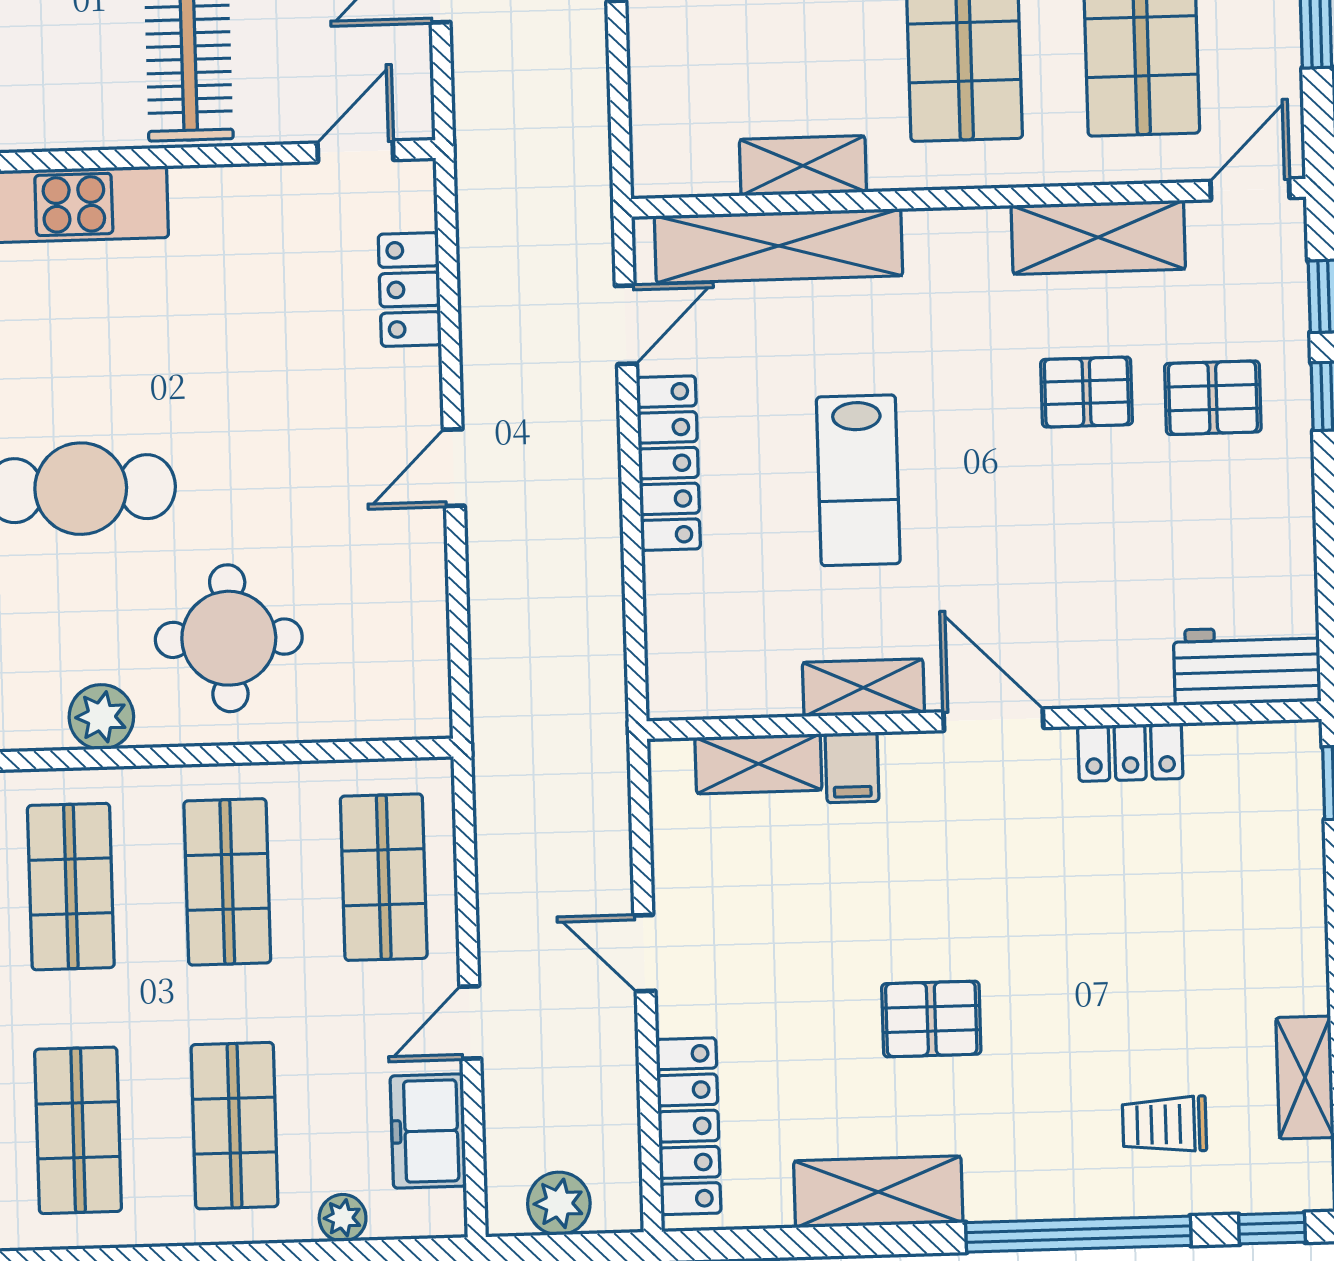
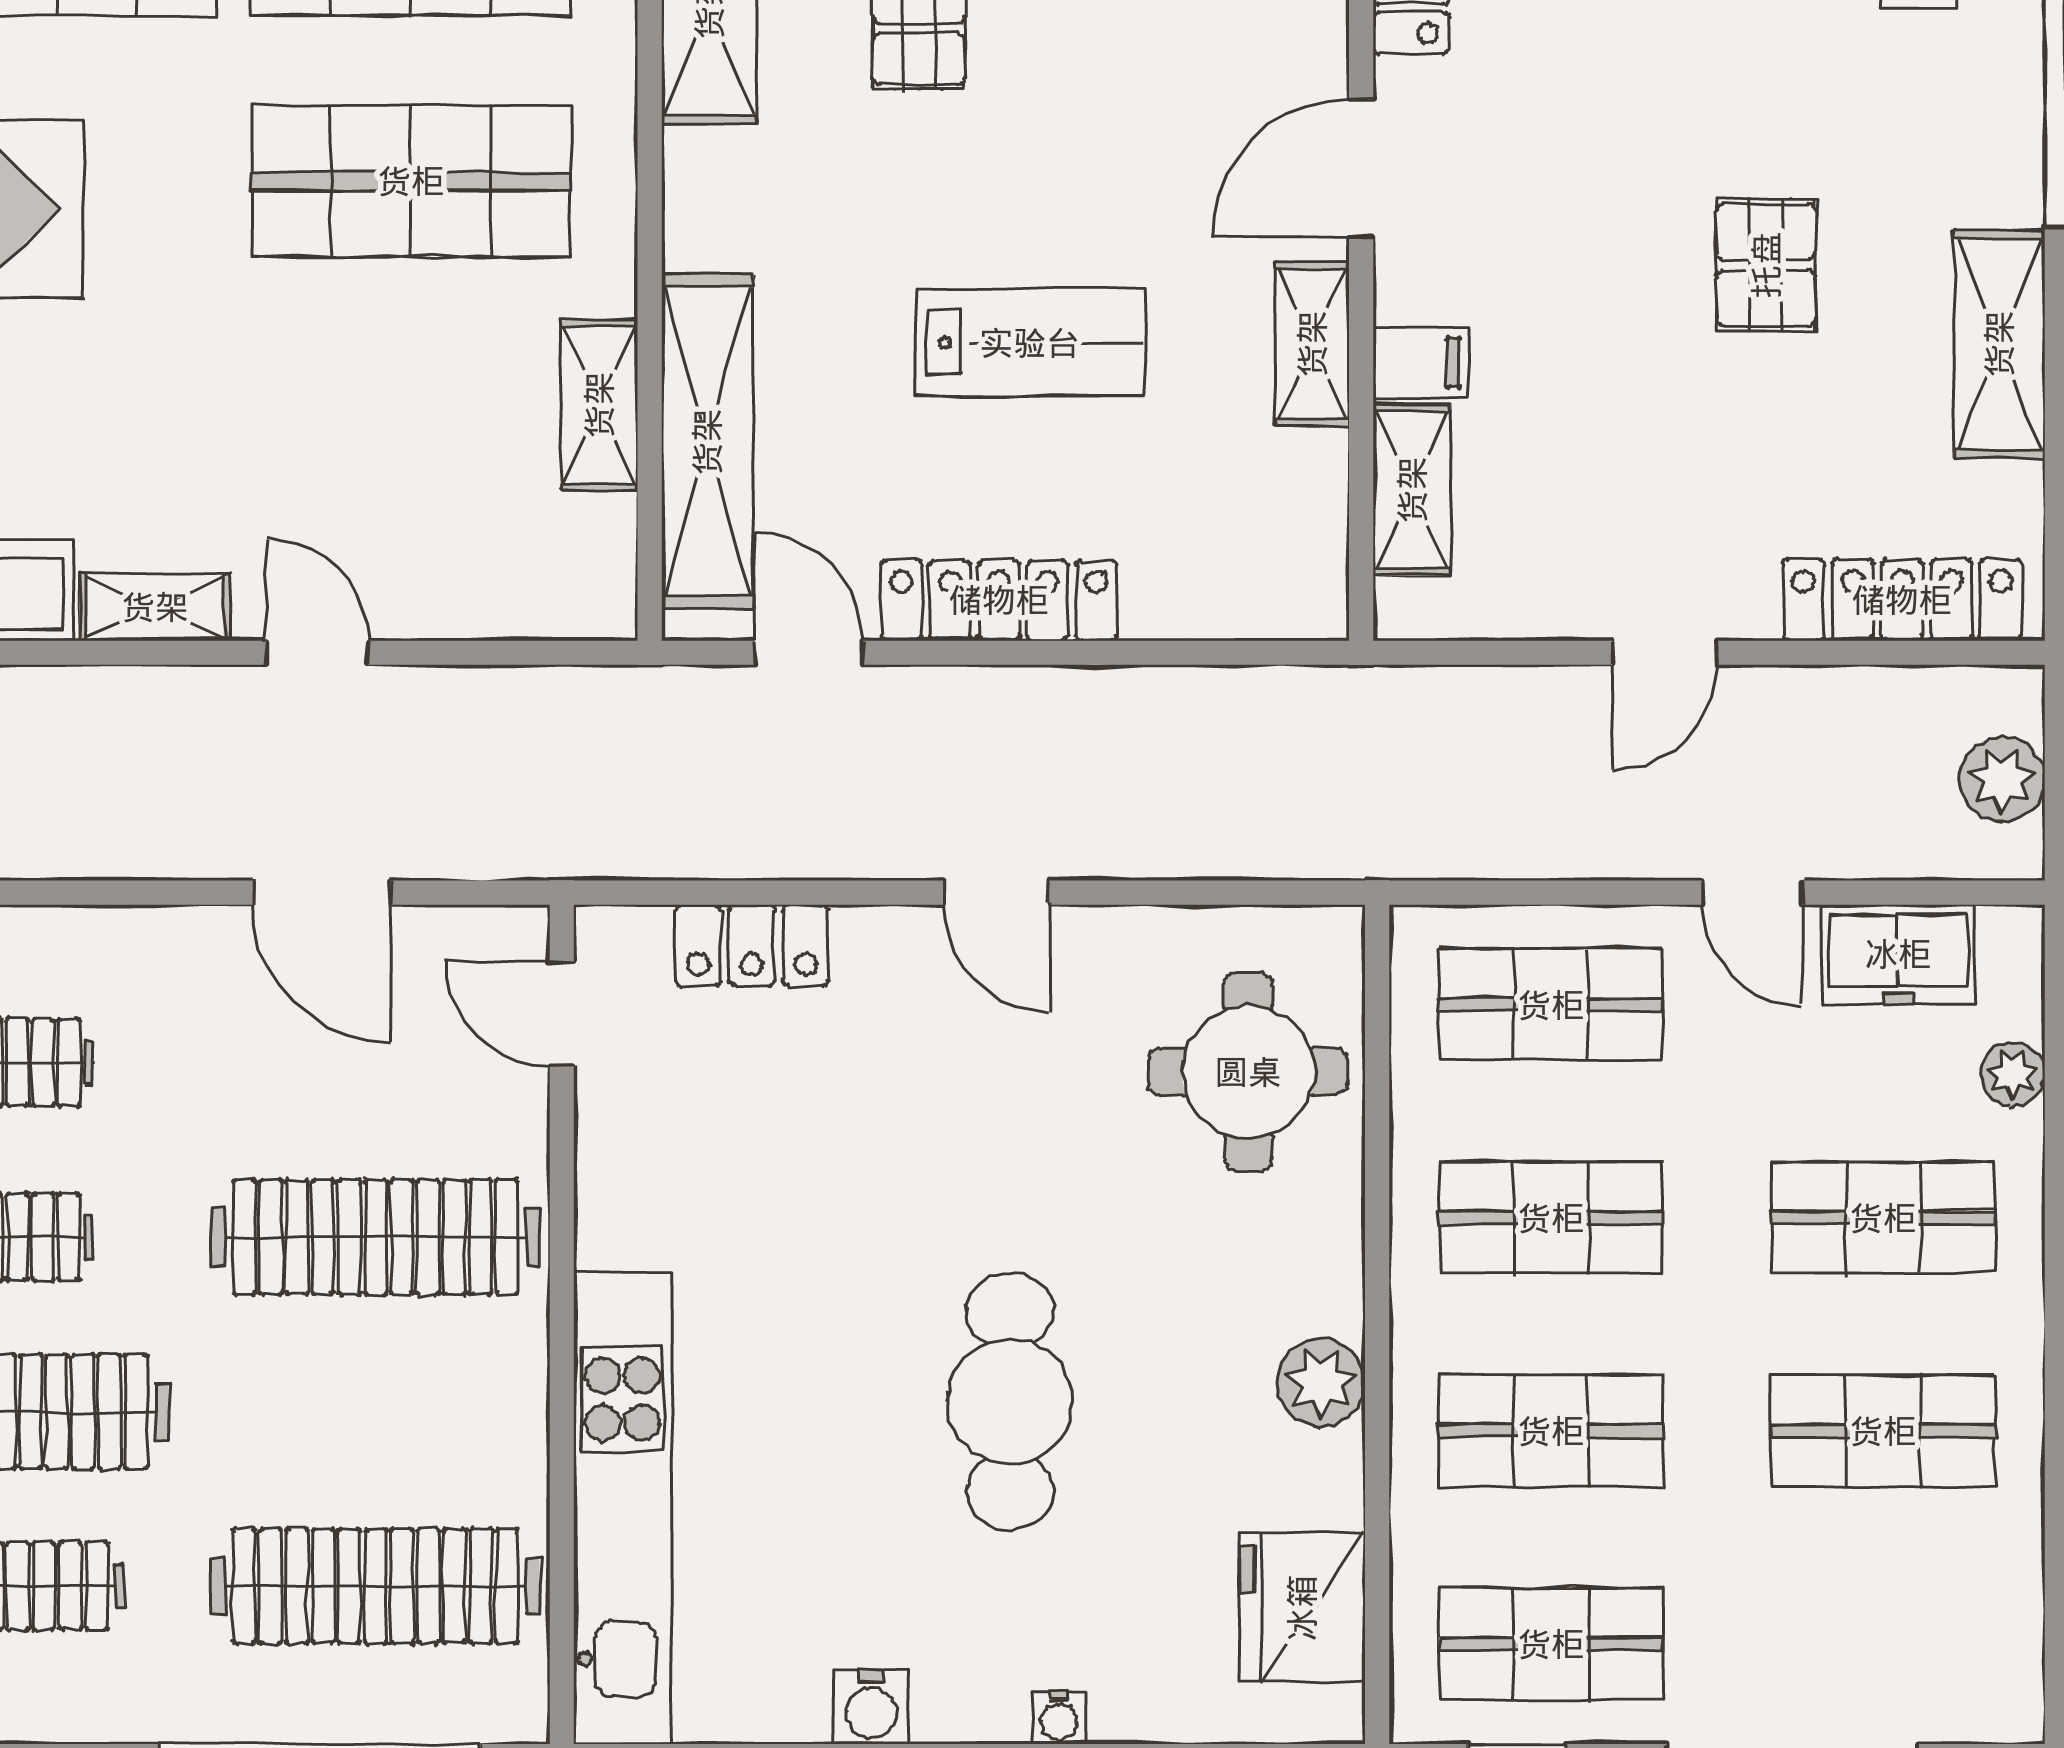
round table: (229, 638) -> (1248, 1072), moved

